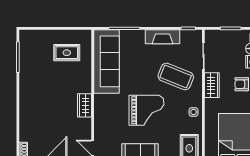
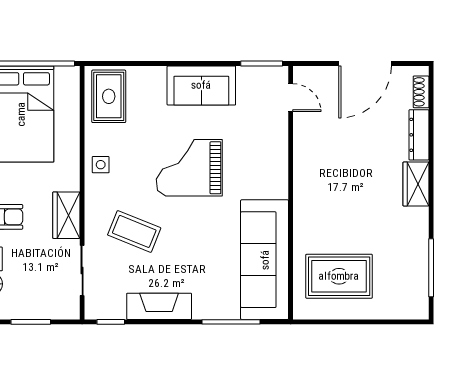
rug: (67, 53) -> (339, 276), width x1.36, depth x1.43
coffee table: (176, 76) -> (134, 231), width x0.73, depth x0.76
wardrobe: (85, 105) -> (416, 184), moved, turned 180
dresser: (24, 128) -> (419, 135), added

